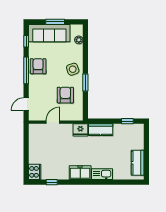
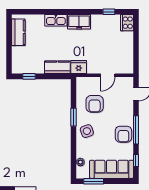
window: (55, 22) -> (94, 181), moved

